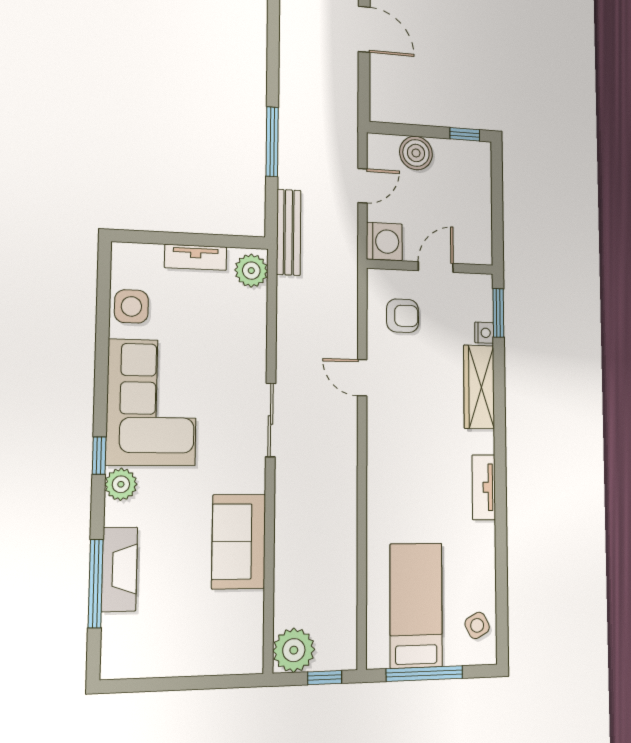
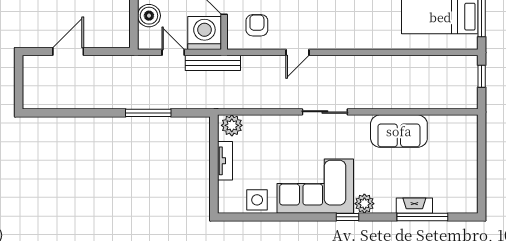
bench: (289, 232) -> (213, 63), moved
washing machine: (384, 241) -> (204, 33), width x1.37, depth x1.37
fireplace: (119, 569) -> (414, 206), width x0.73, depth x0.76
plant: (294, 650) -> (465, 96), removed

